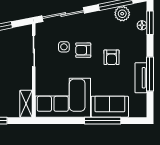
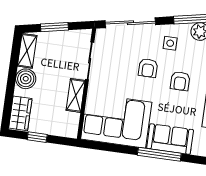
side table: (64, 47) -> (170, 43), moved
armchair: (83, 50) -> (148, 68), turned -90
shelving: (26, 104) -> (76, 95), moved

